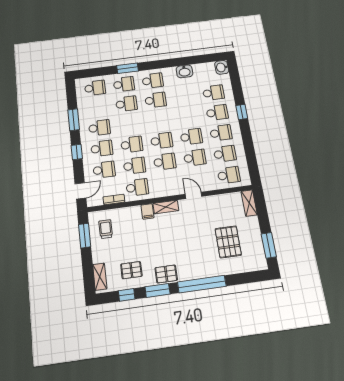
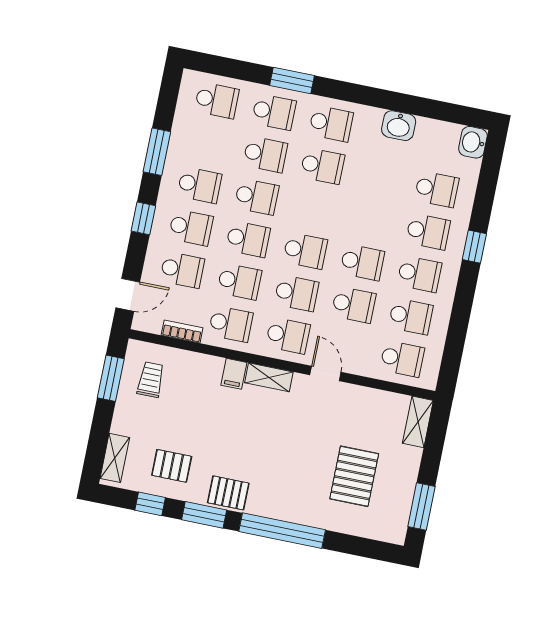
school desk: (129, 124) -> (257, 197), added
school desk: (168, 183) -> (288, 336), added

